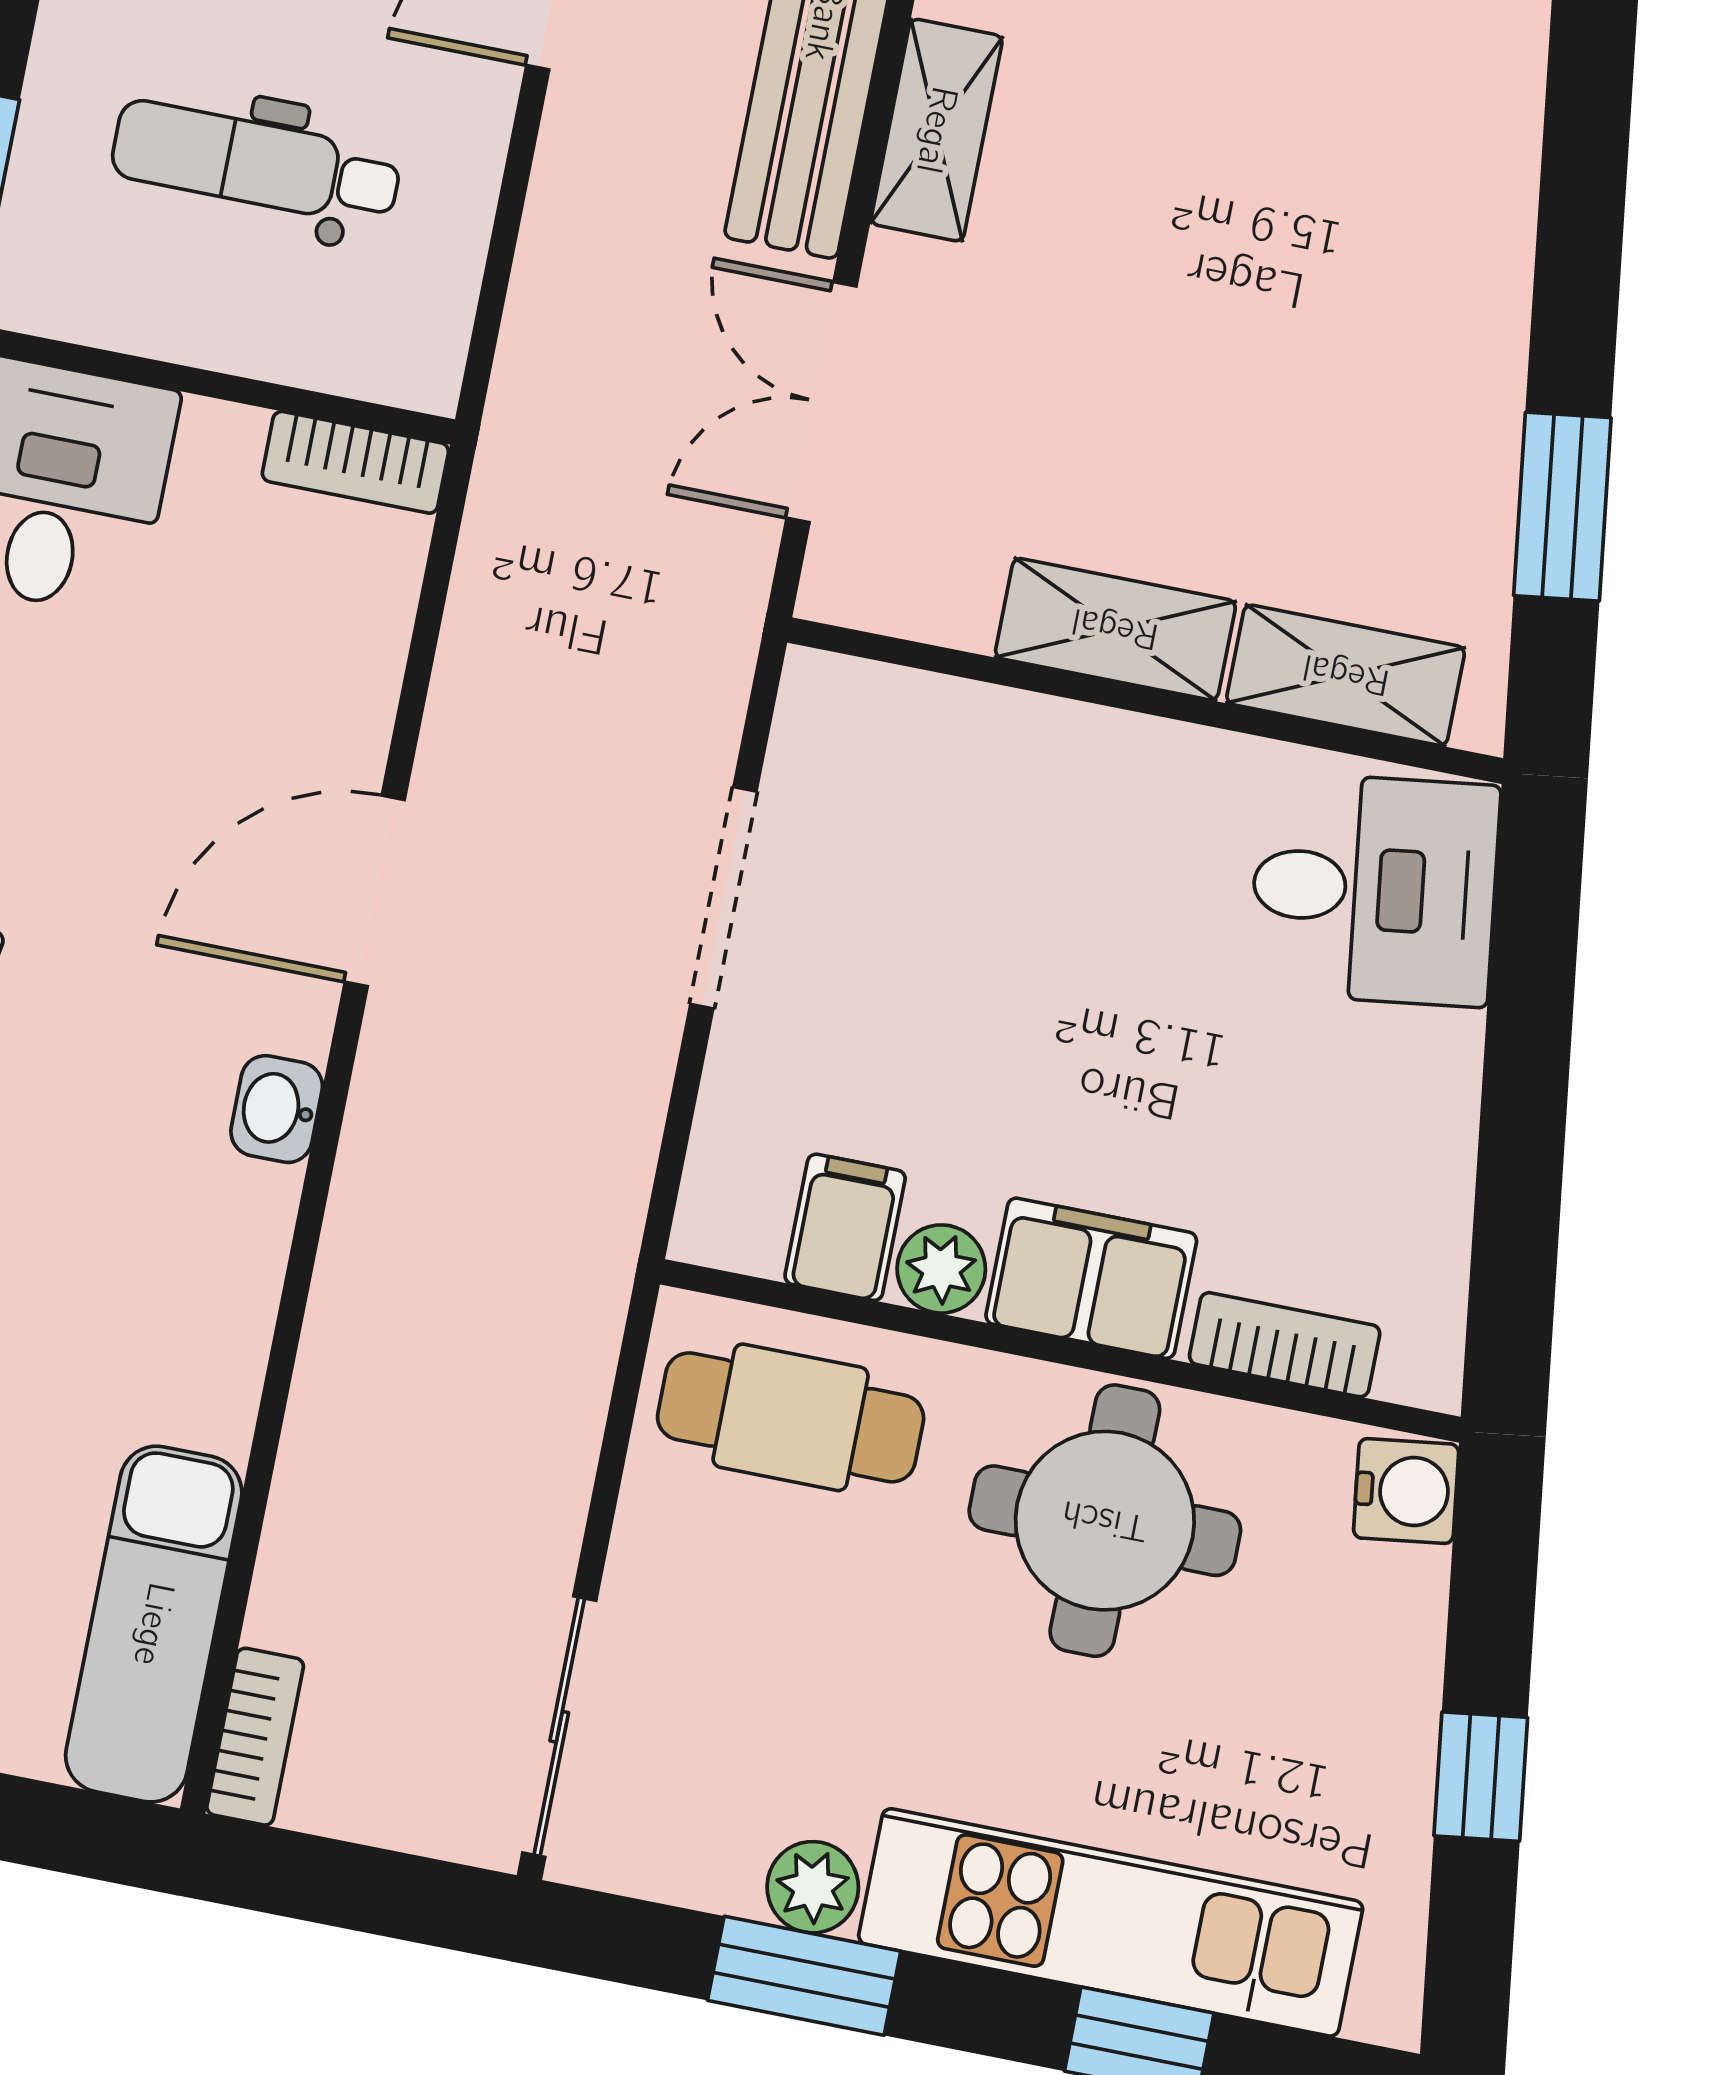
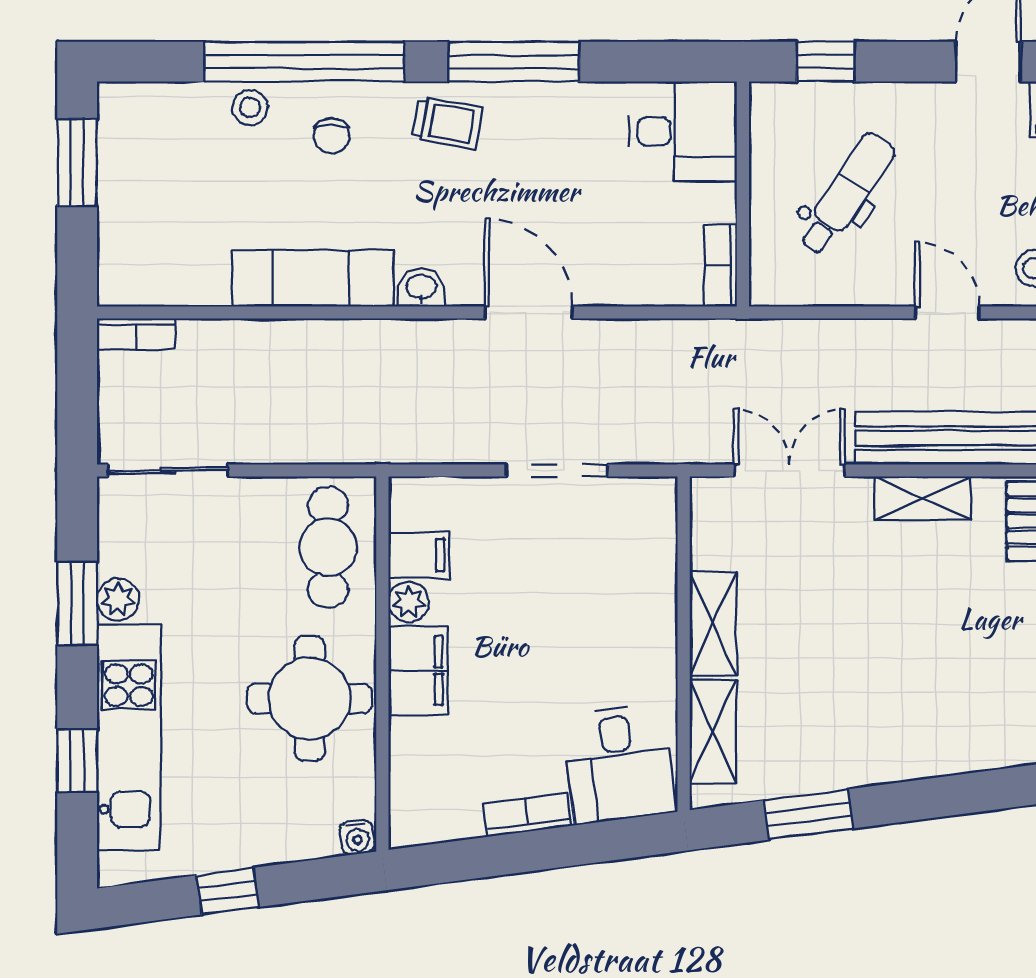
dental chair: (256, 163) -> (847, 194), turned 34
bookcase: (1285, 1345) -> (527, 815), moved, turned -98
water cooler: (1406, 1491) -> (357, 837), width x0.72, depth x0.72
exam couch: (154, 1624) -> (313, 278), moved

